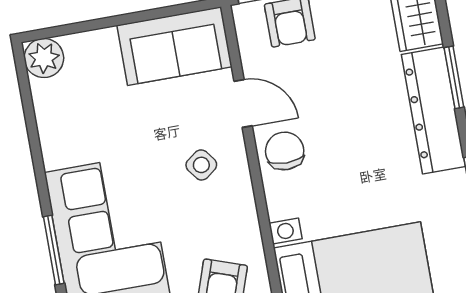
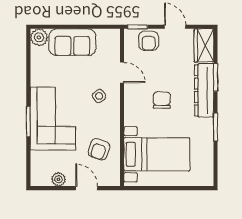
sofa: (174, 46) -> (72, 42), moved
chair: (285, 151) -> (162, 100), moved

